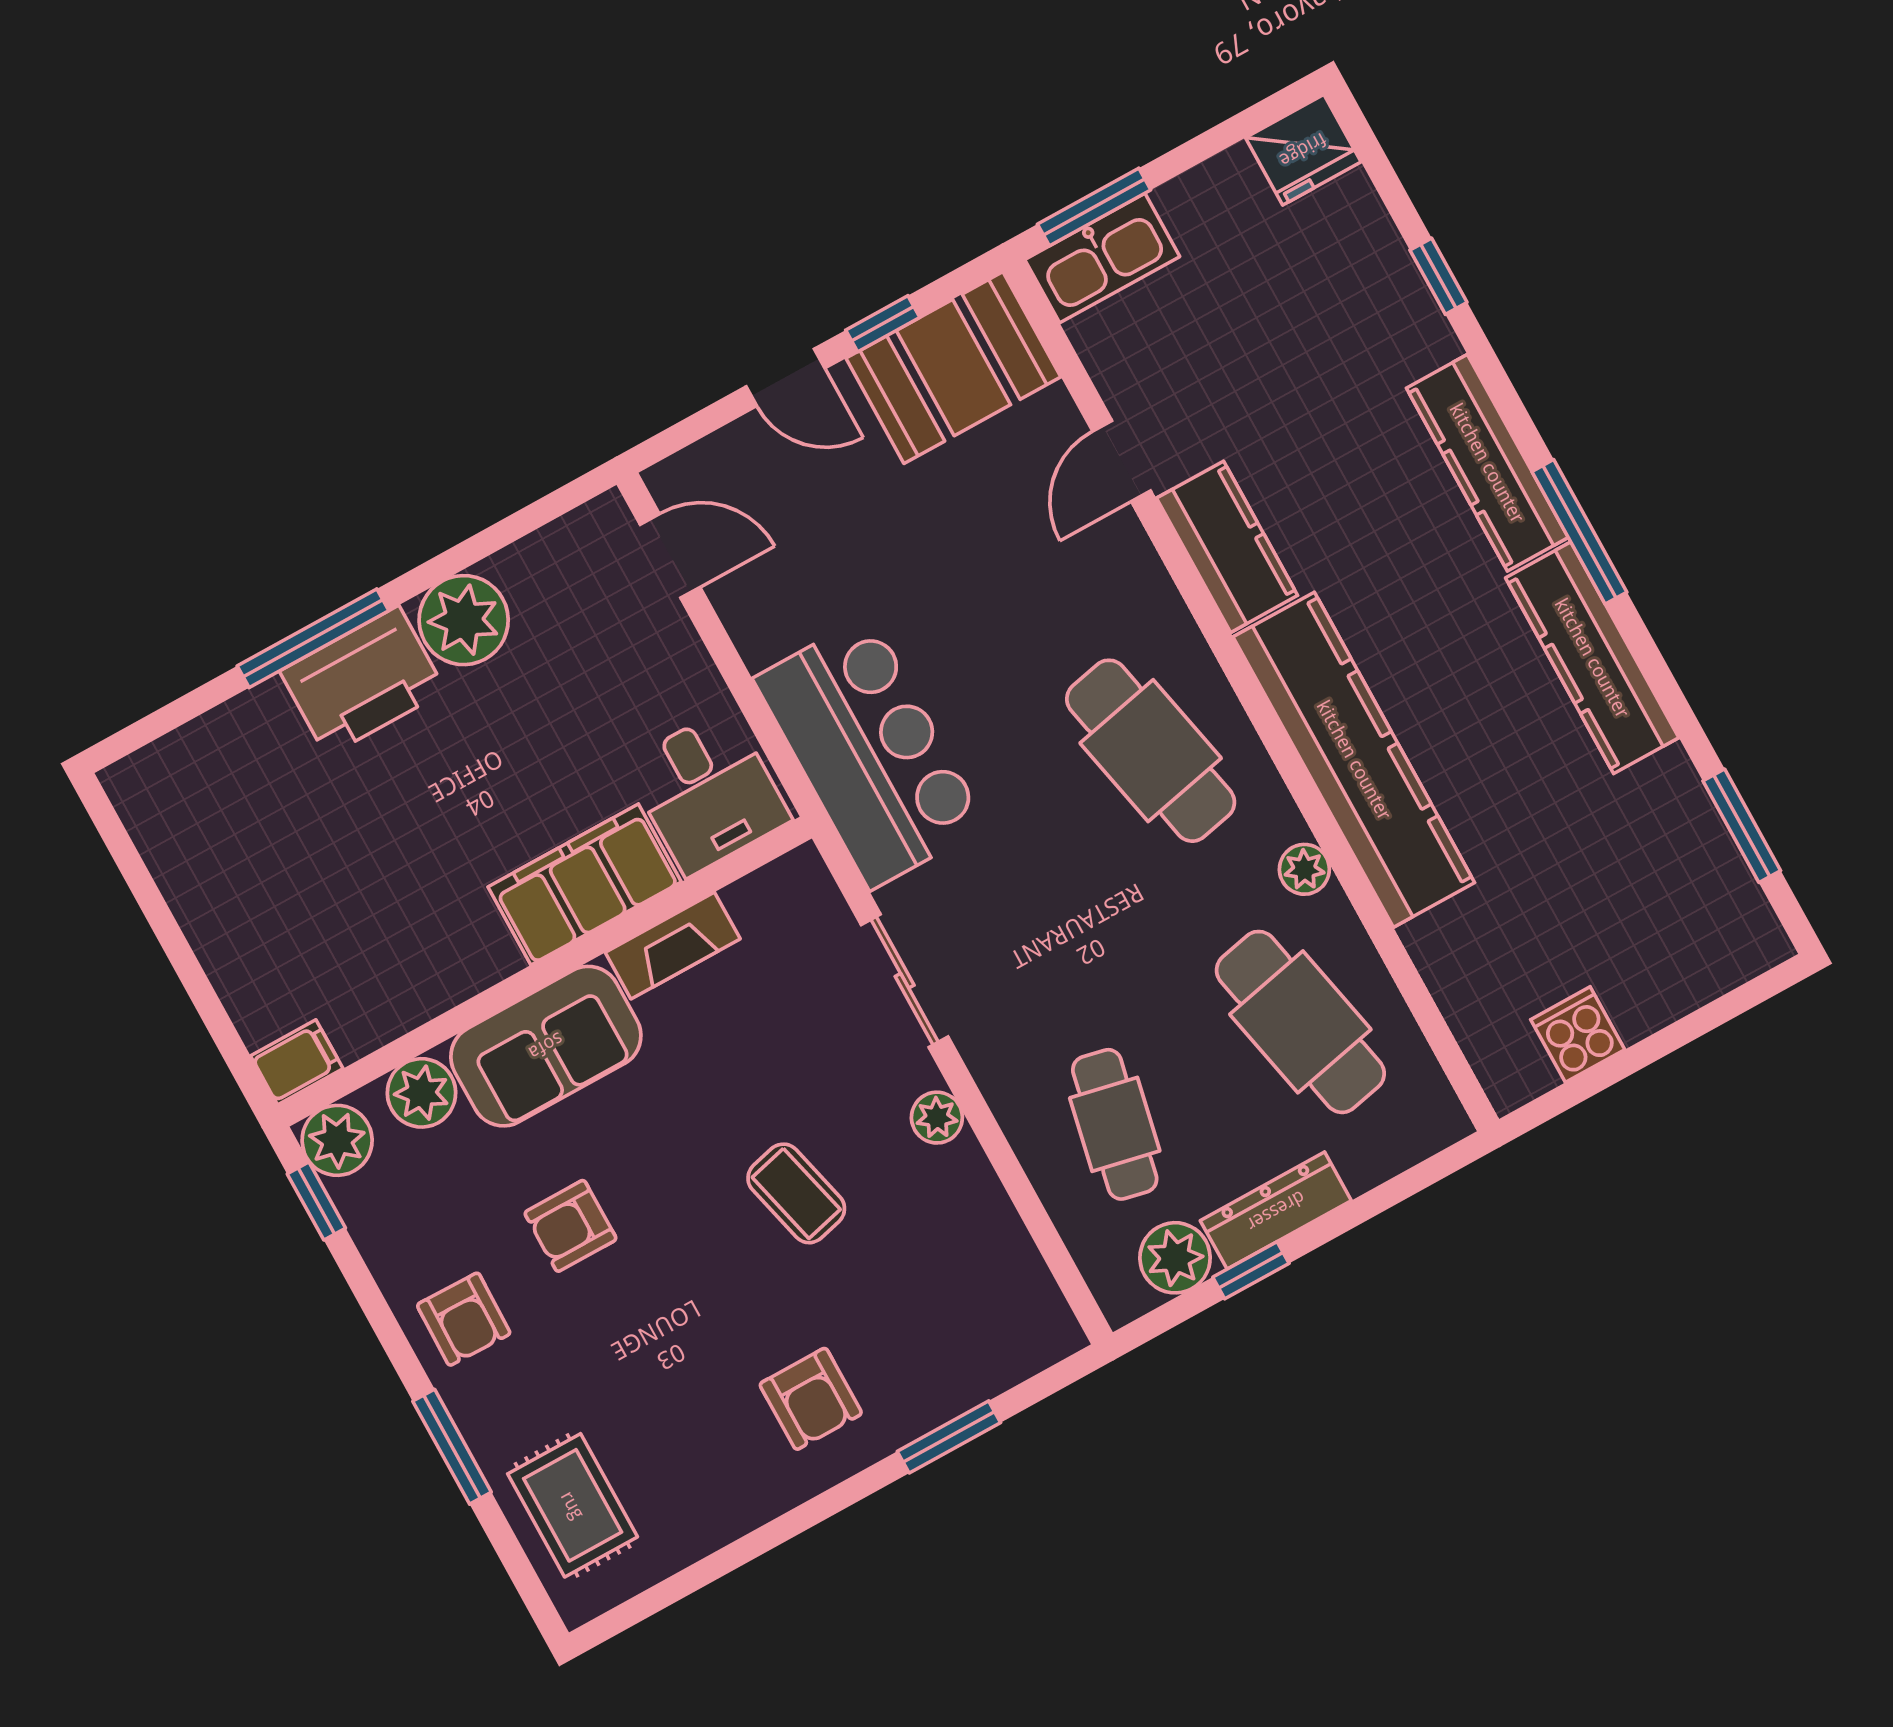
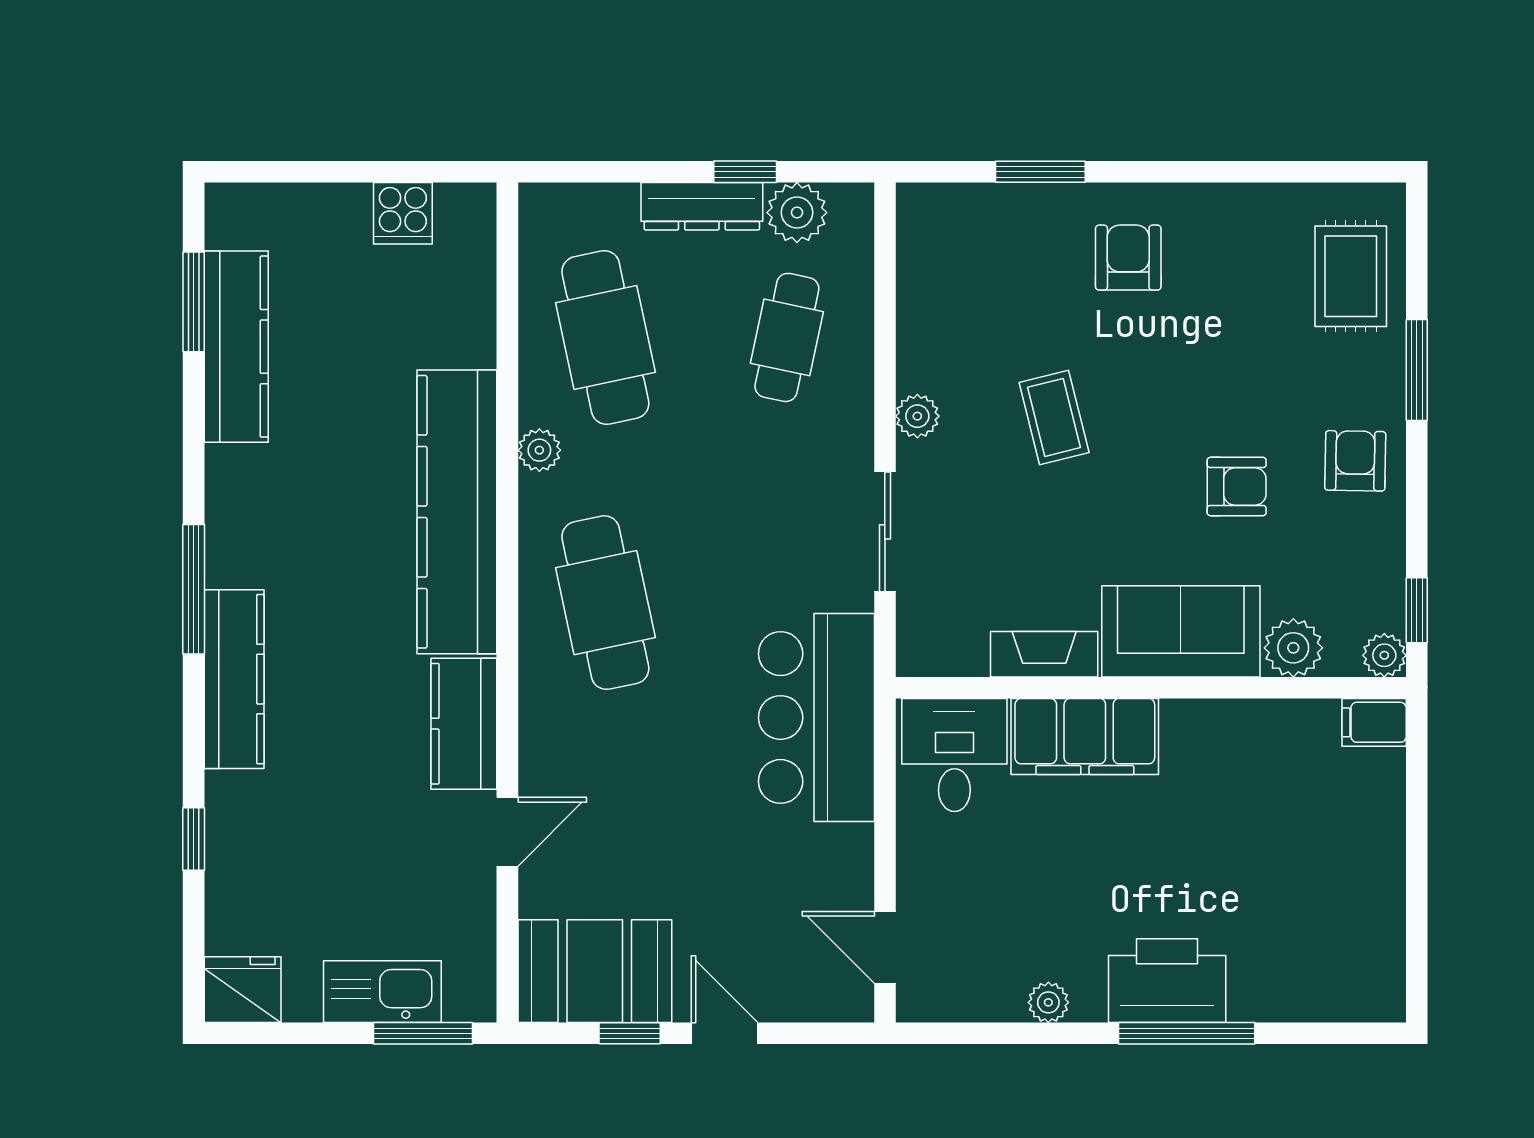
kitchen sink: (1102, 258) -> (382, 992), moved
plant: (464, 620) -> (1048, 1002), width x0.53, depth x0.53
kitchen counter: (1592, 658) -> (236, 347), moved
plant: (337, 1140) -> (1384, 655), width x0.73, depth x0.73

